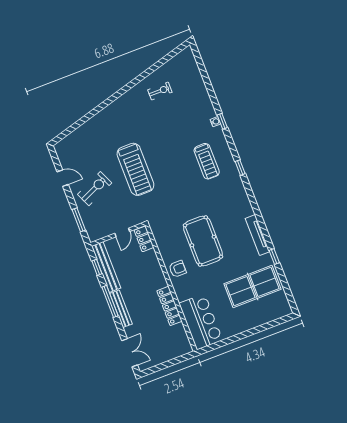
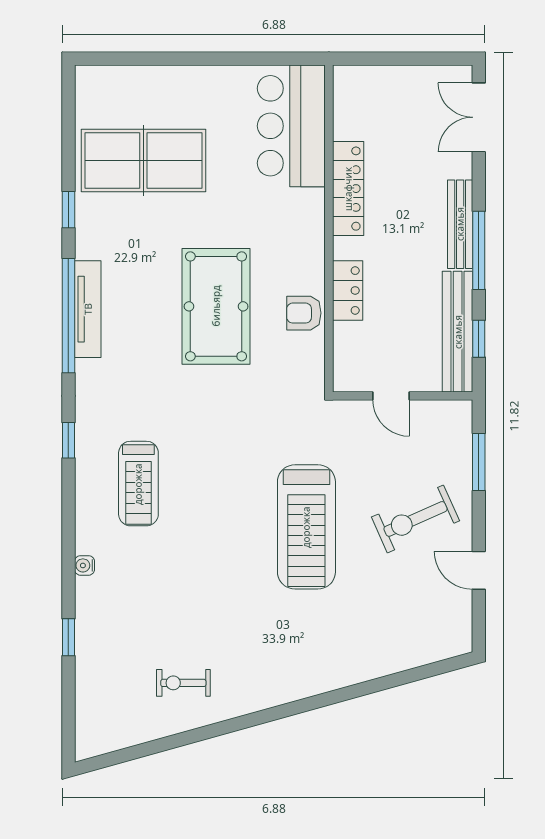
window: (222, 121) -> (68, 637), moved
treadmill: (207, 161) -> (138, 484), turned 180
treadmill: (135, 169) -> (306, 527), turned 180
window: (258, 216) -> (68, 316), added
door: (122, 232) -> (391, 396), swing flipped
tv unit: (257, 235) -> (88, 309), moved
locker: (144, 239) -> (348, 290), moved
armchair: (178, 269) -> (304, 313), moved

